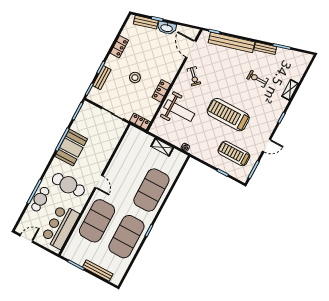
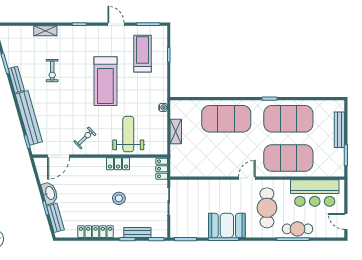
locker: (119, 47) -> (96, 232), width x1.53
treadmill: (234, 153) -> (143, 54), turned 180

